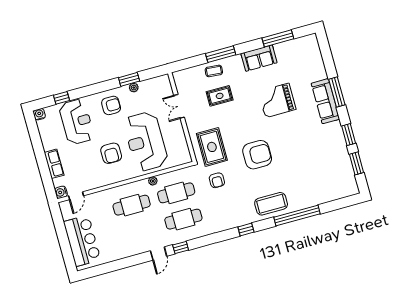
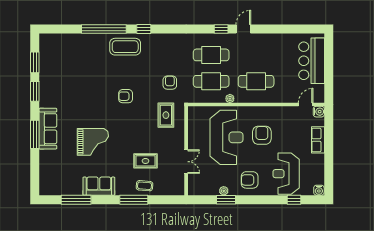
rug: (212, 147) -> (166, 115), width x0.73, depth x0.70
armchair: (257, 155) -> (126, 96), width x0.53, depth x0.53
window: (246, 229) -> (144, 29), moved

